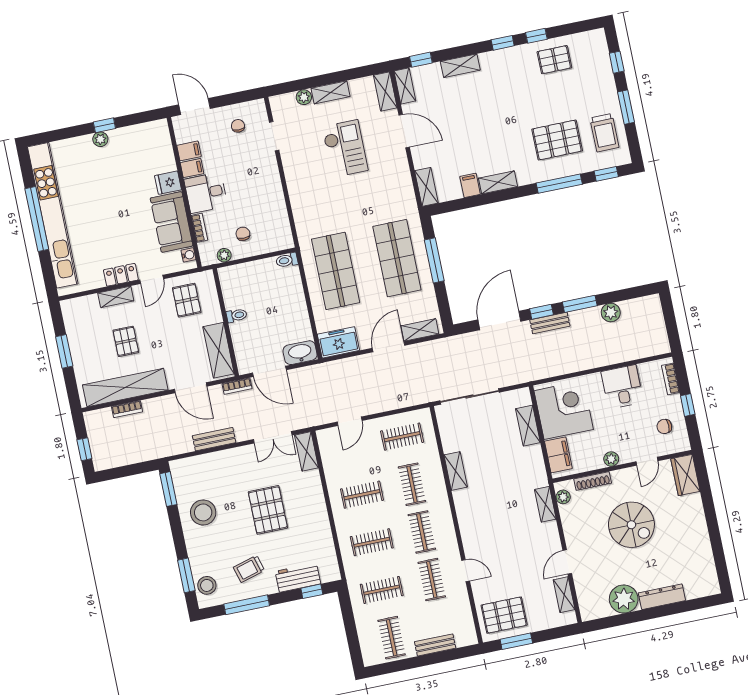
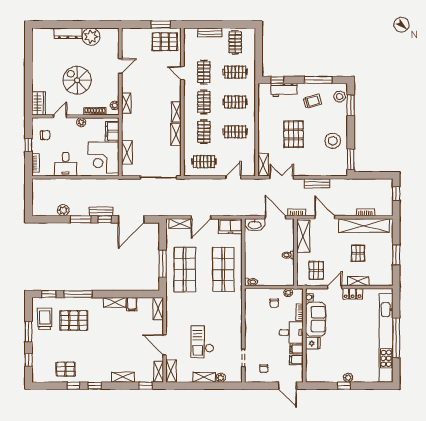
shelving: (564, 595) -> (176, 112), moved

